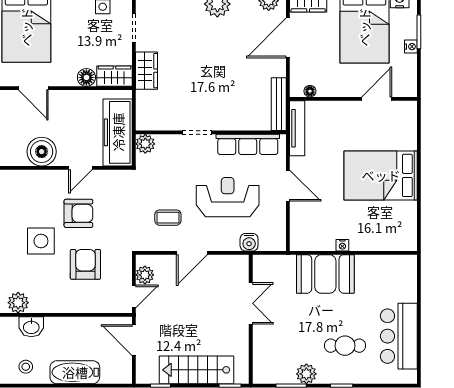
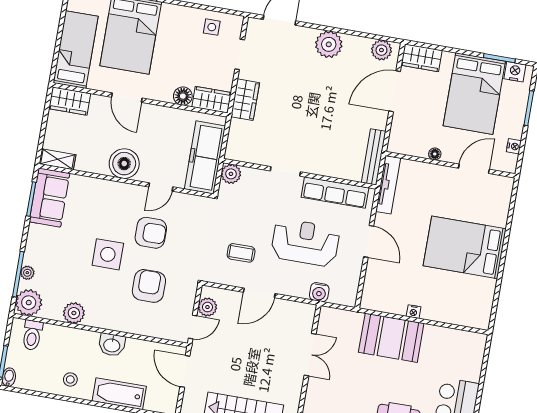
nightstand: (411, 47) -> (514, 146), moved
floor lamp: (310, 91) -> (435, 154), moved
washbasin: (31, 327) -> (112, 345), moved

